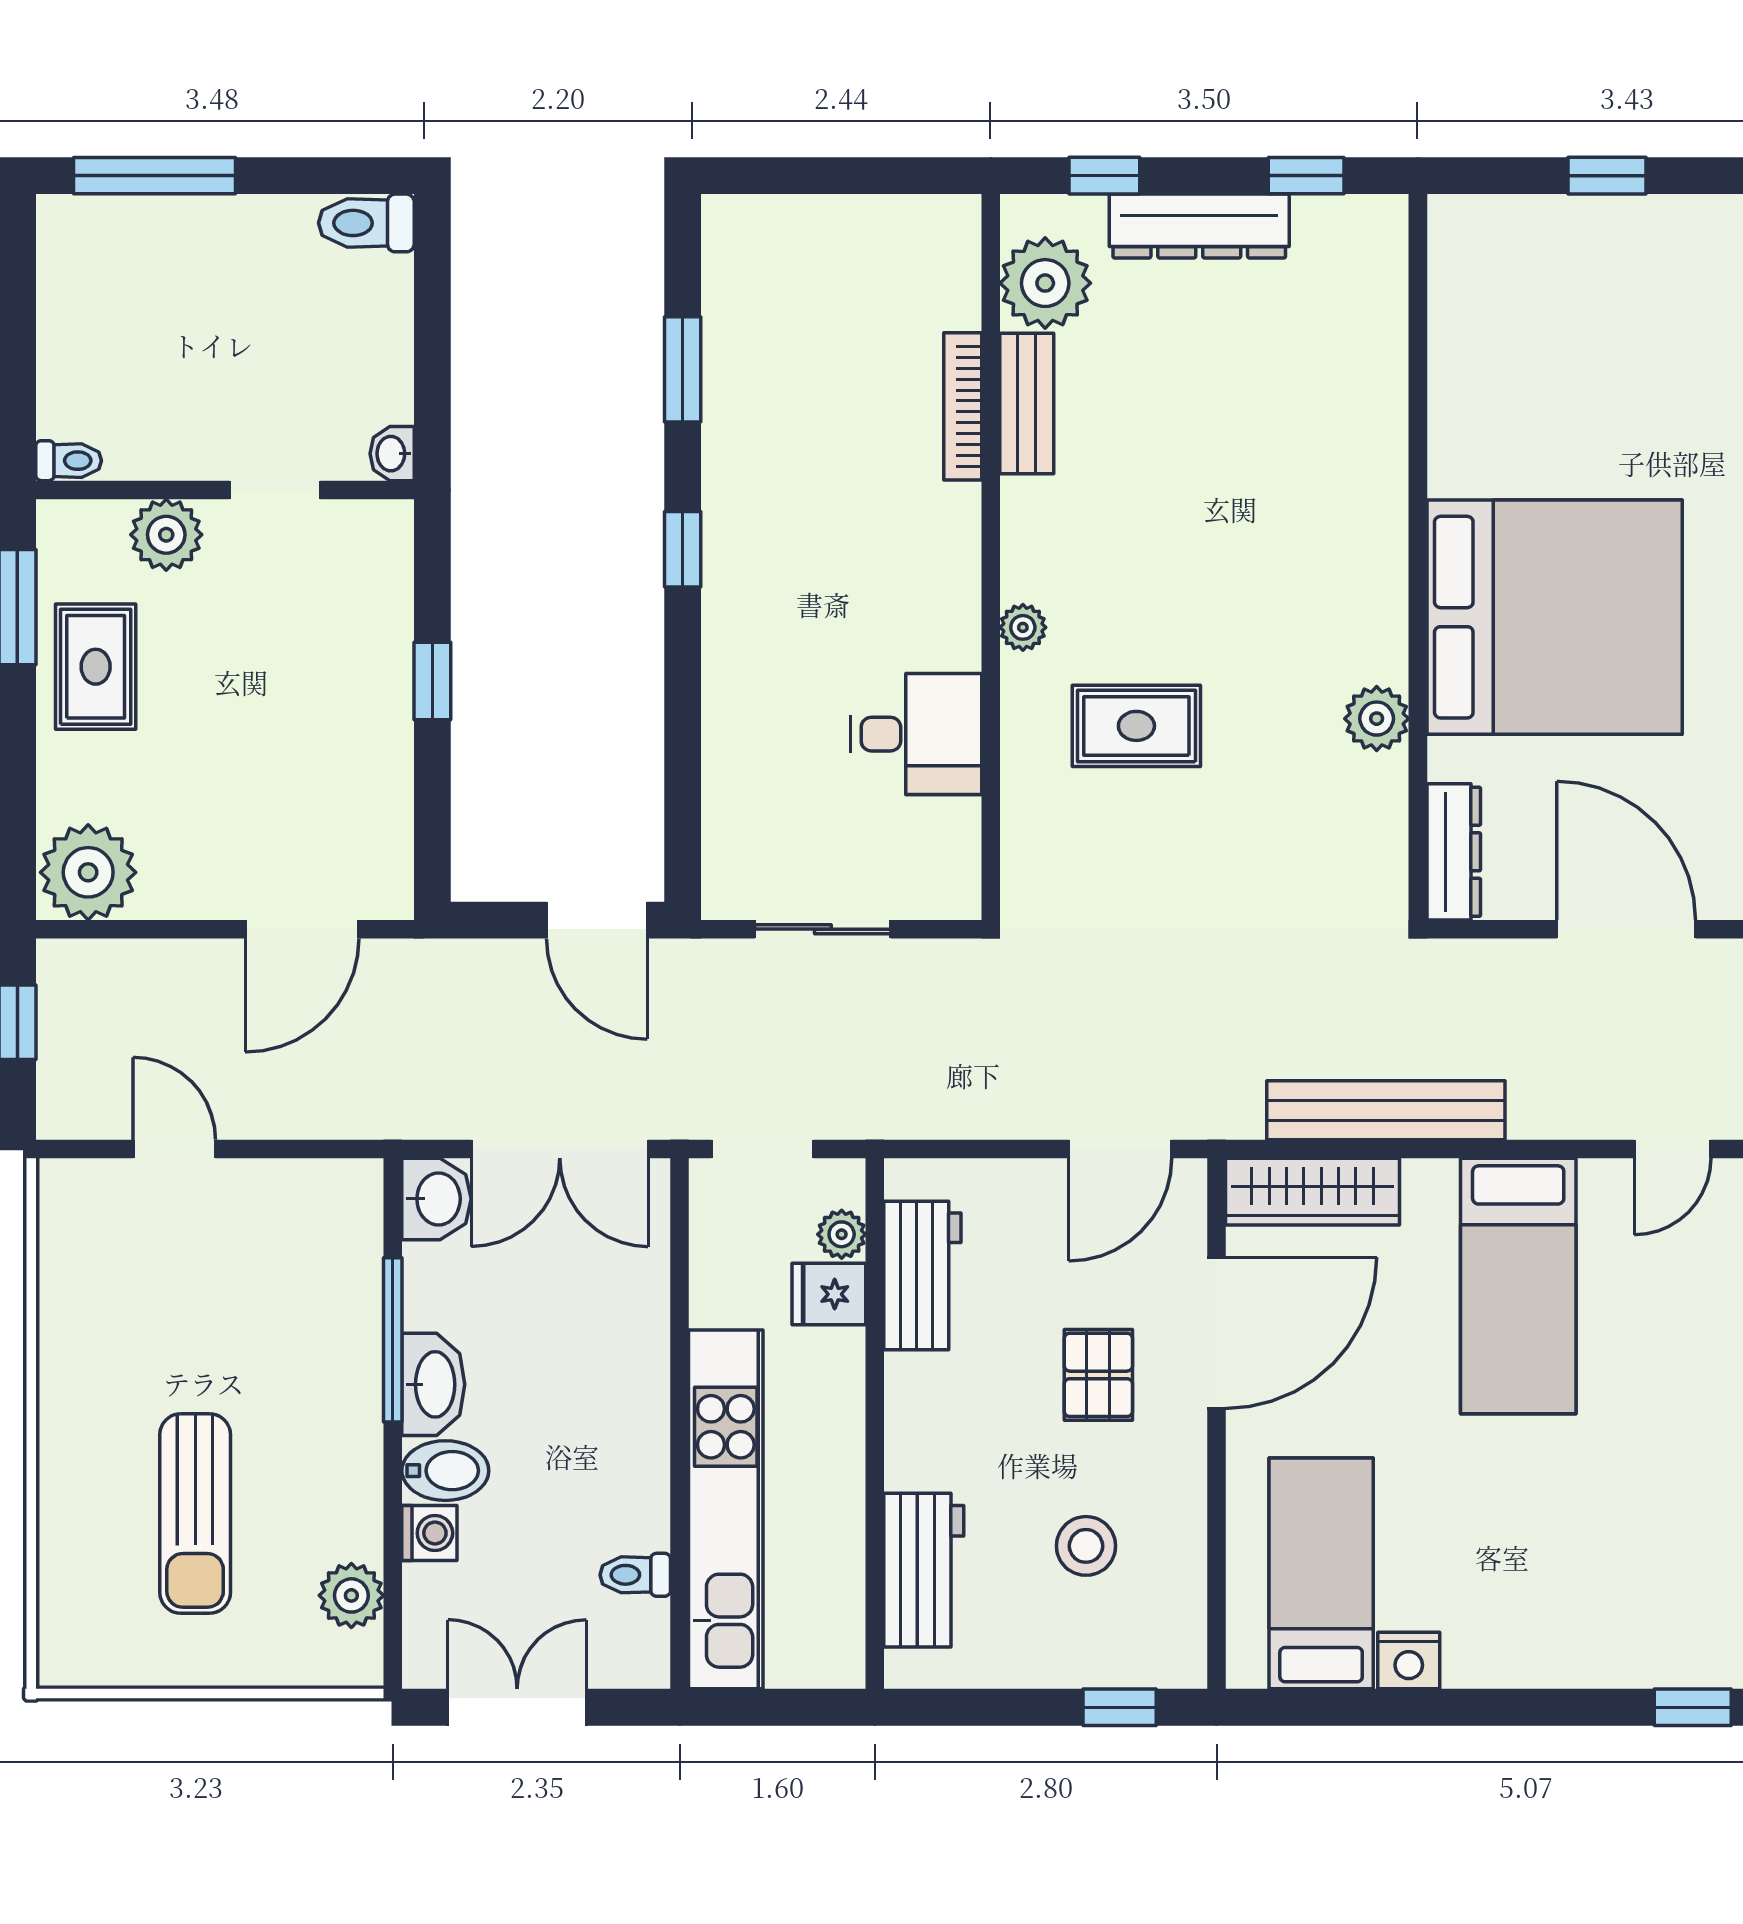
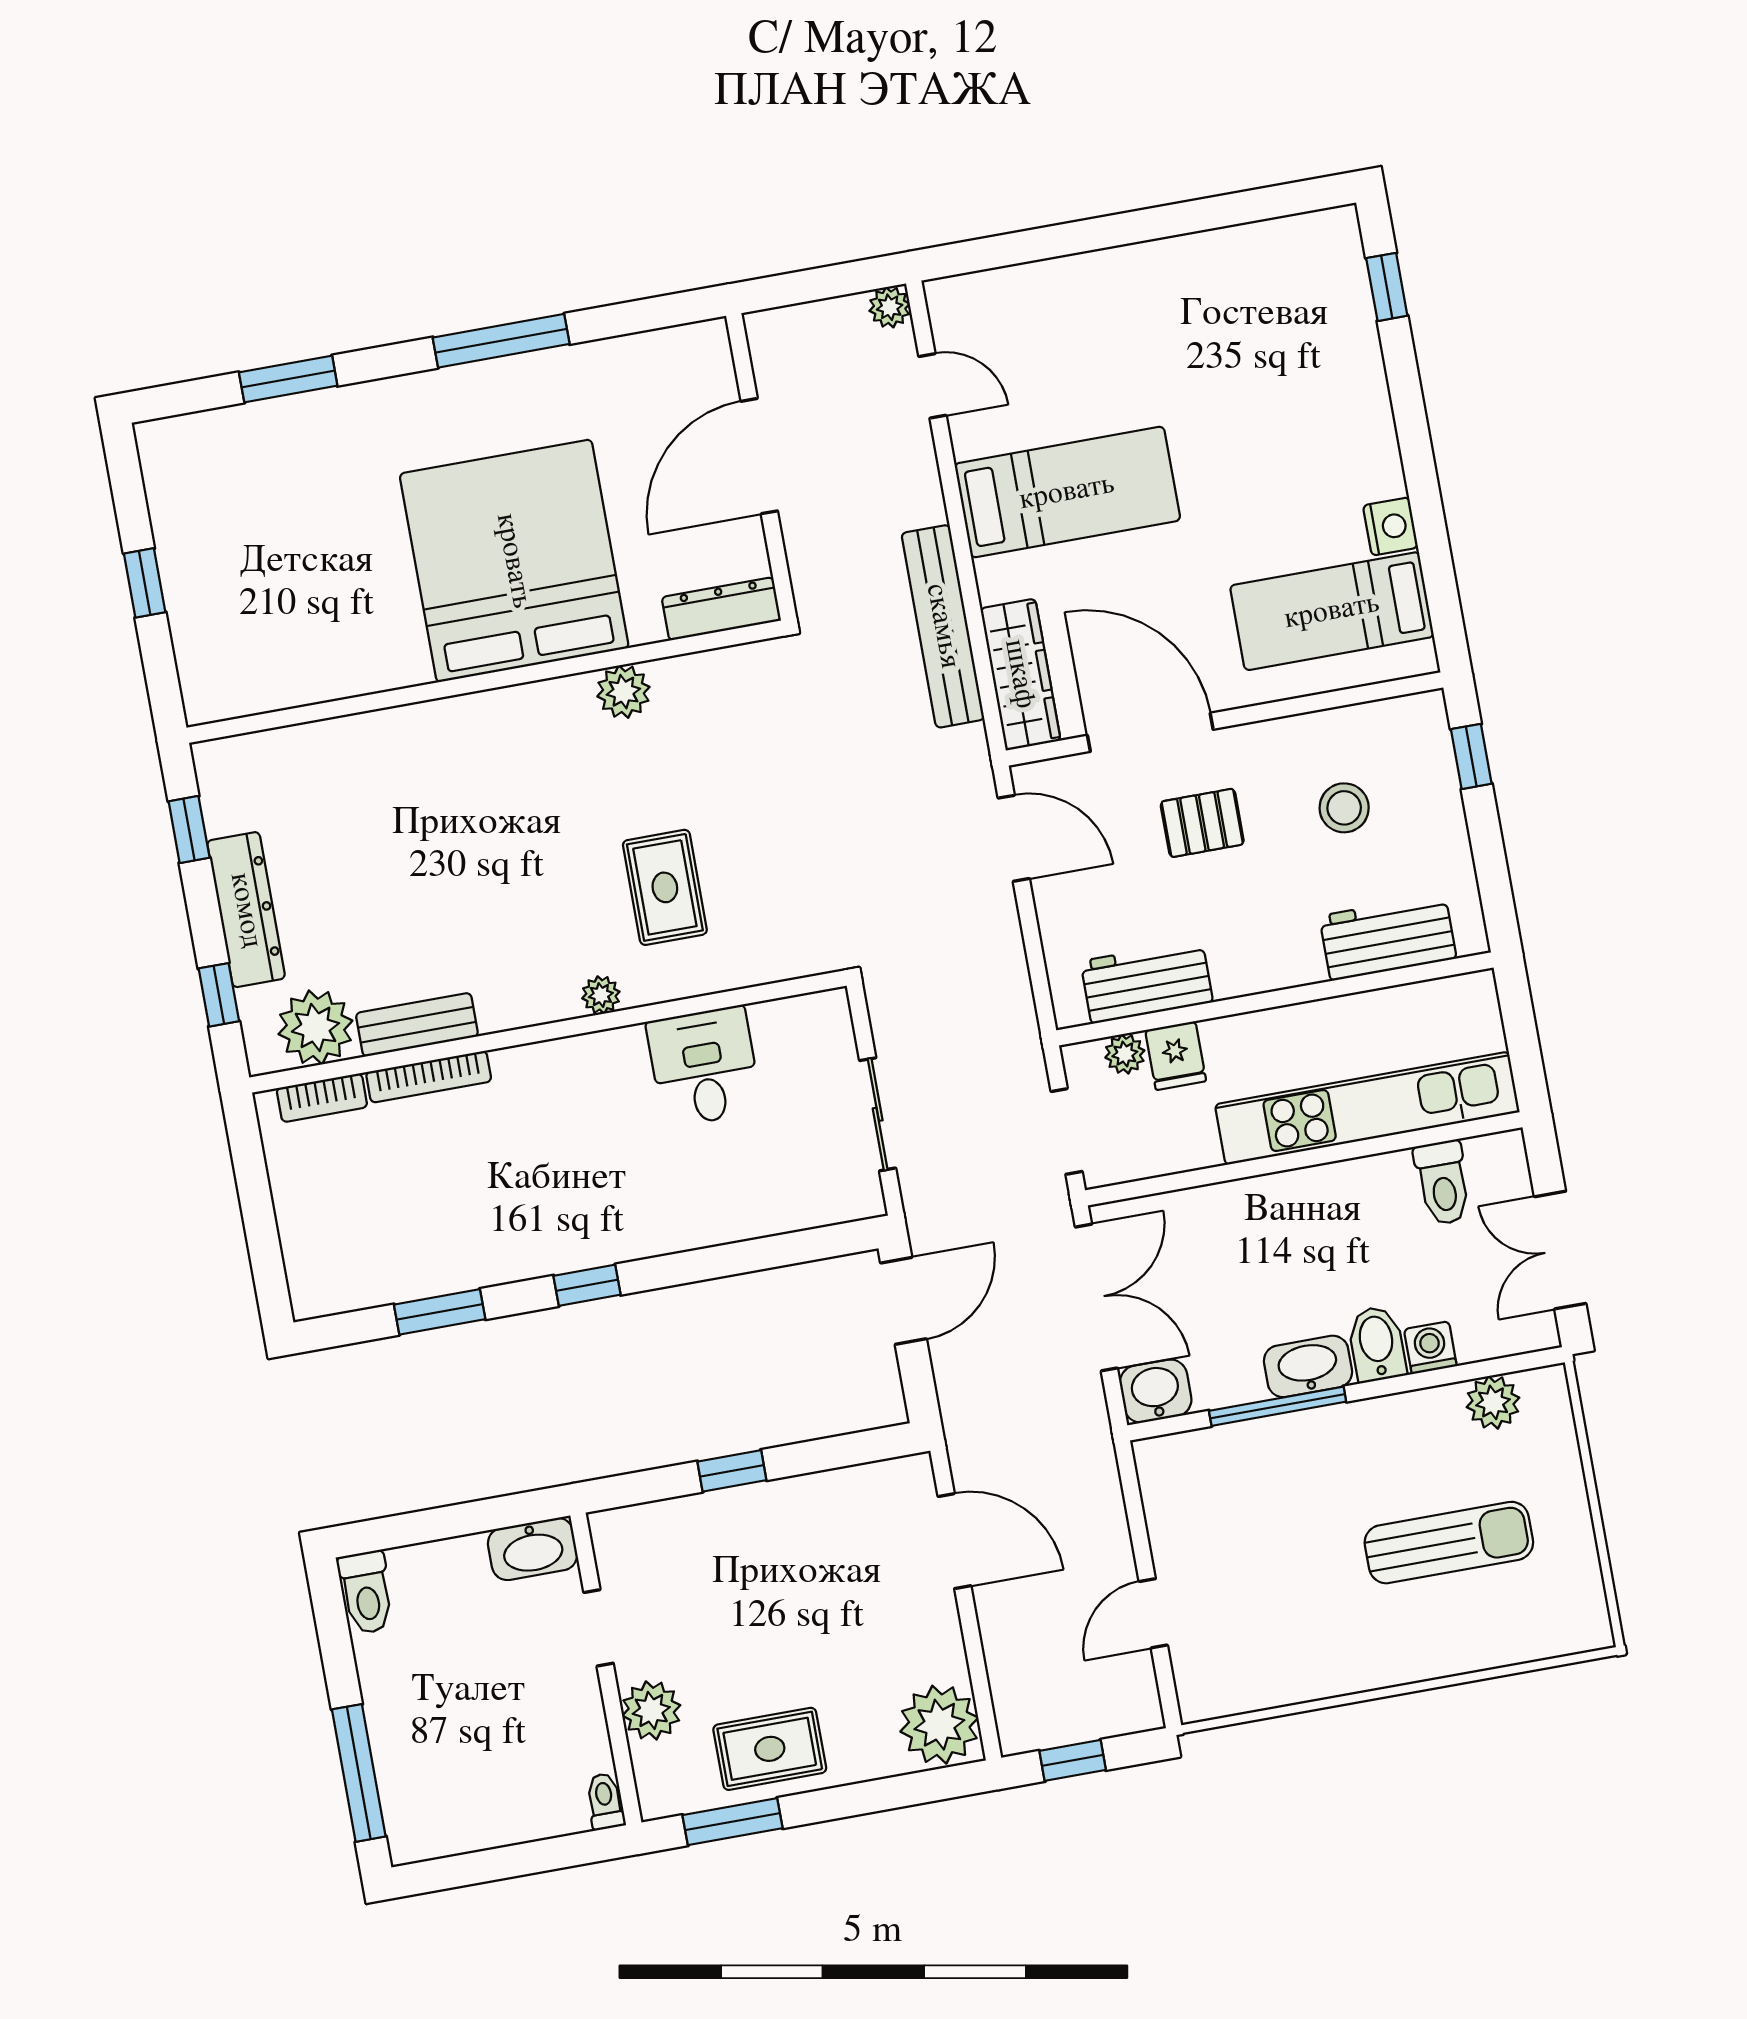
bookcase: (961, 276) -> (322, 1098), added
washbasin: (392, 454) -> (533, 1549), width x1.91, depth x1.45
toilet: (635, 1575) -> (1443, 1183), width x1.37, depth x1.39

